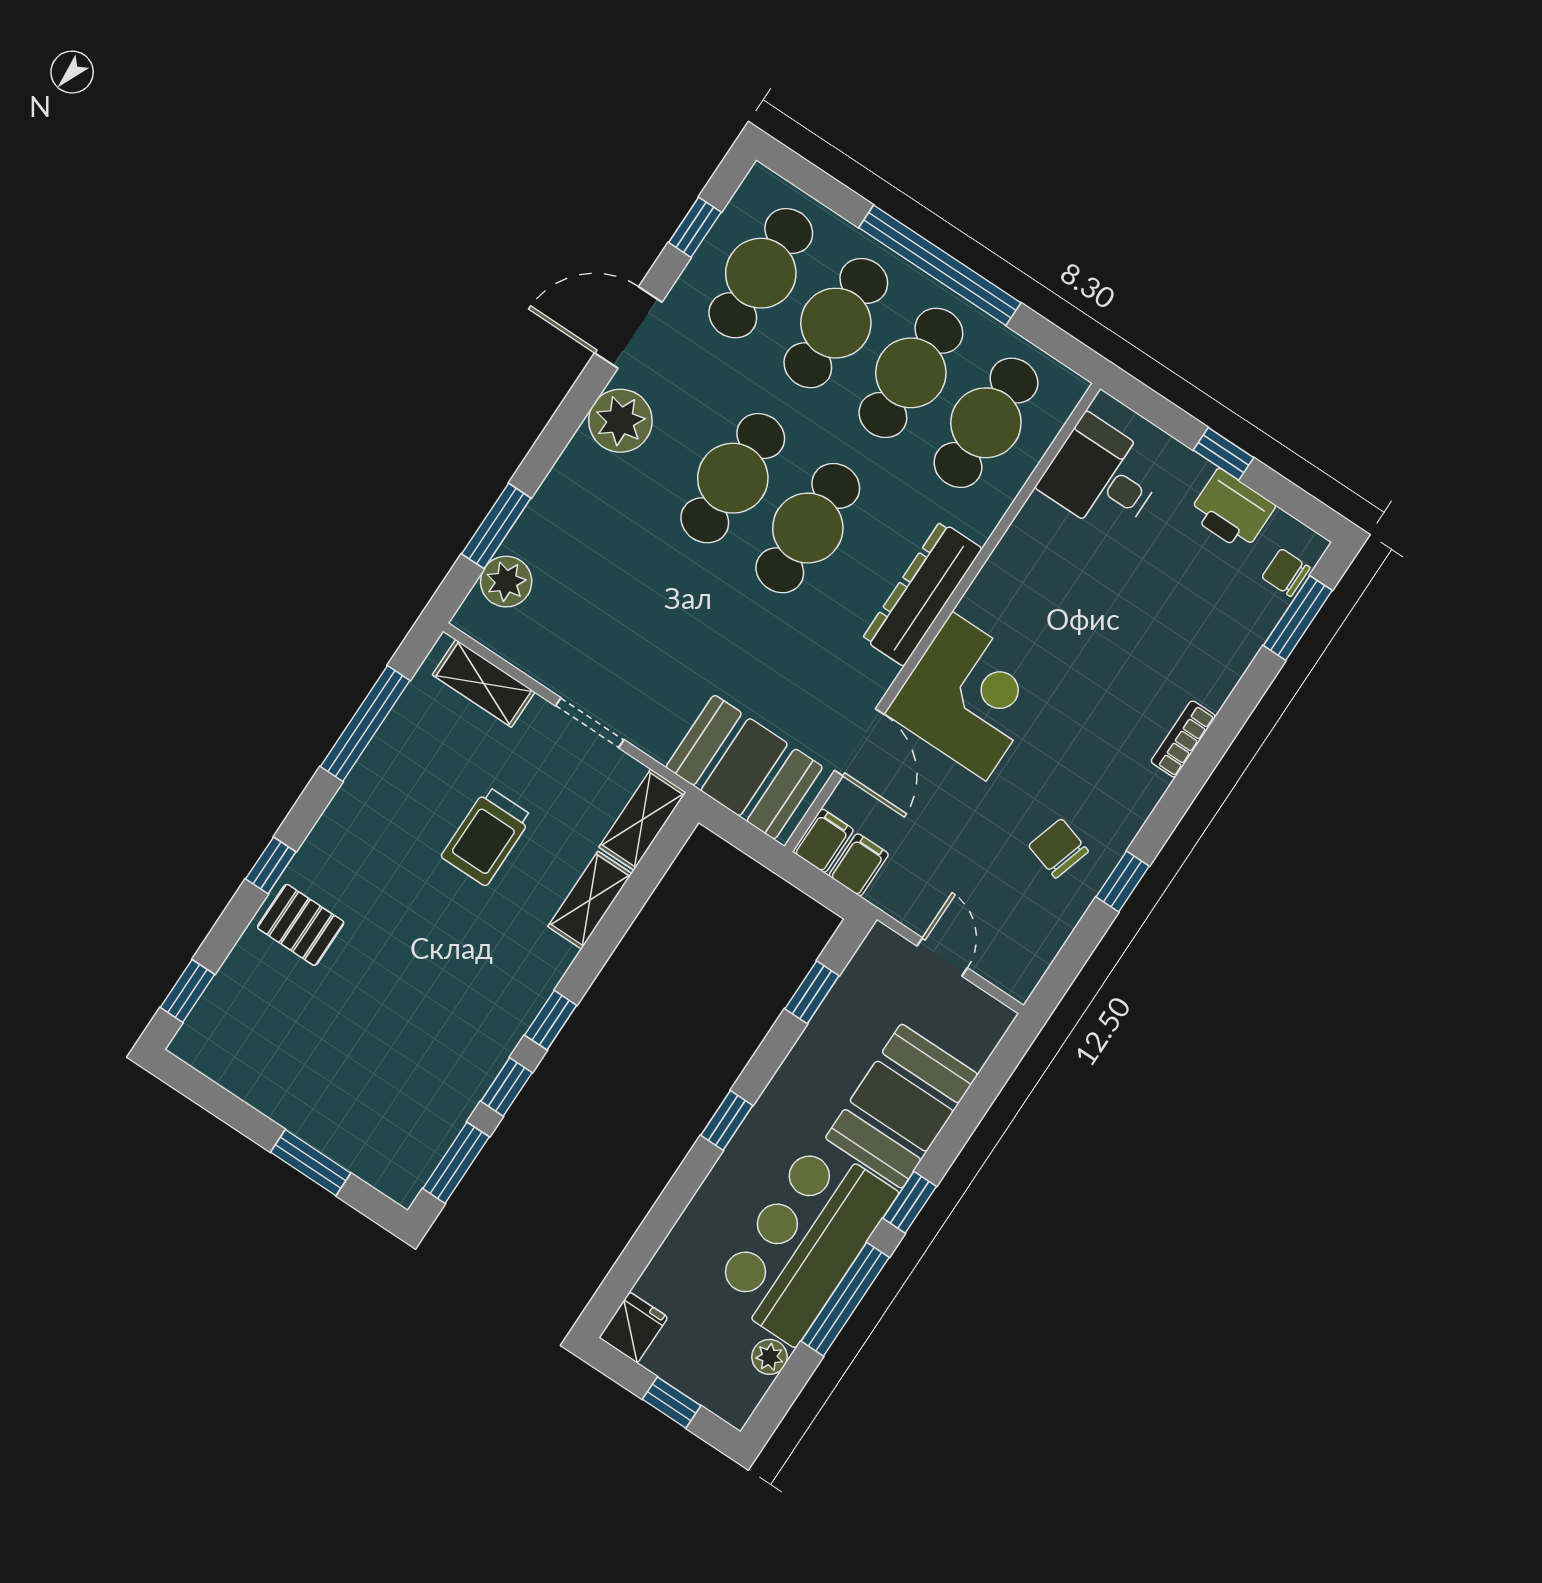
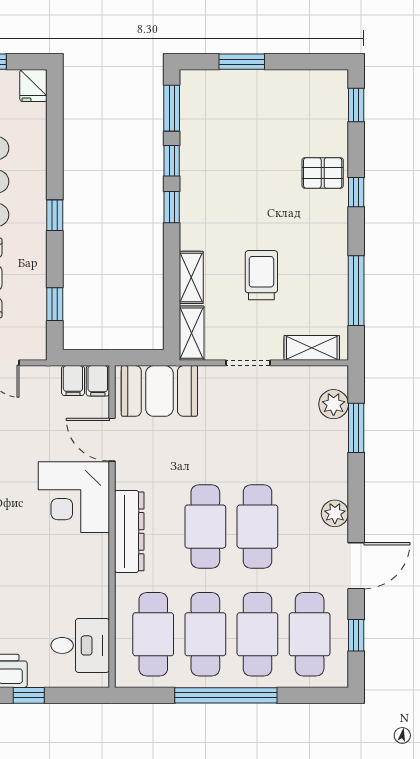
plant: (620, 421) -> (335, 513), width x0.73, depth x0.73

